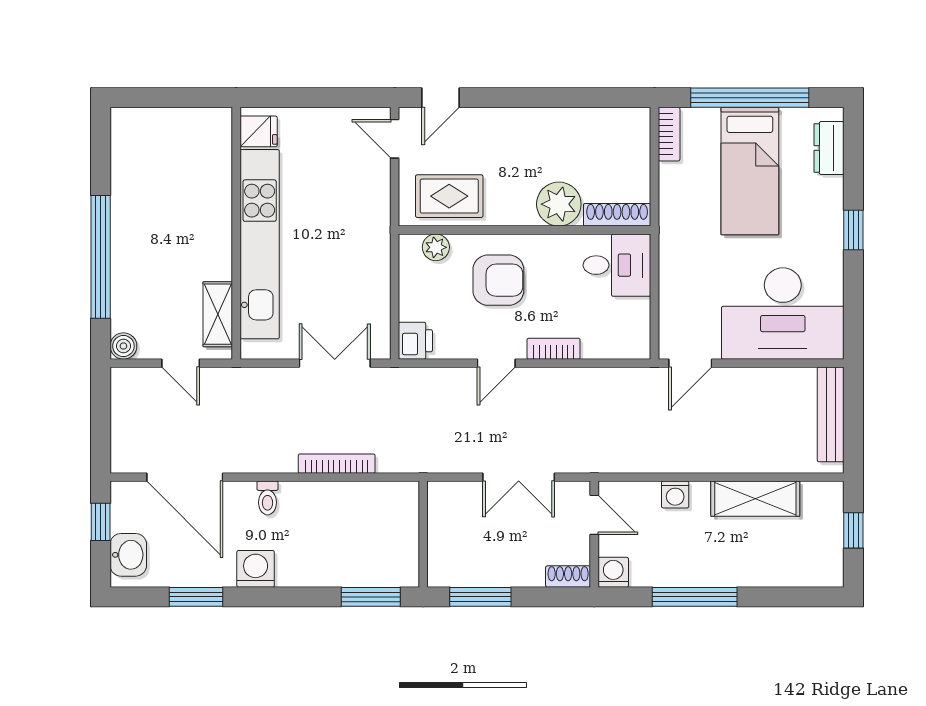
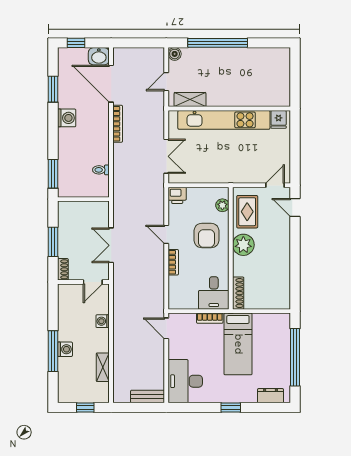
bookcase: (669, 134) -> (210, 318), moved
bed: (750, 171) -> (238, 344), moved, turned -90
plant: (559, 204) -> (243, 245), moved
desk: (783, 313) -> (185, 381), width x0.73, depth x0.77
bench: (831, 414) -> (148, 396), width x0.73
bookcase: (337, 464) -> (118, 124), moved
door: (185, 477) -> (111, 84), hinge flipped
toilet: (268, 498) -> (101, 170), moved
shelving: (755, 499) -> (103, 367), width x0.67, depth x0.75
window: (101, 522) -> (76, 43), moved
washbasin: (128, 555) -> (99, 56), moved
washing machine: (613, 572) -> (65, 349), moved
window: (480, 597) -> (53, 242), moved
window: (695, 597) -> (53, 351), moved

